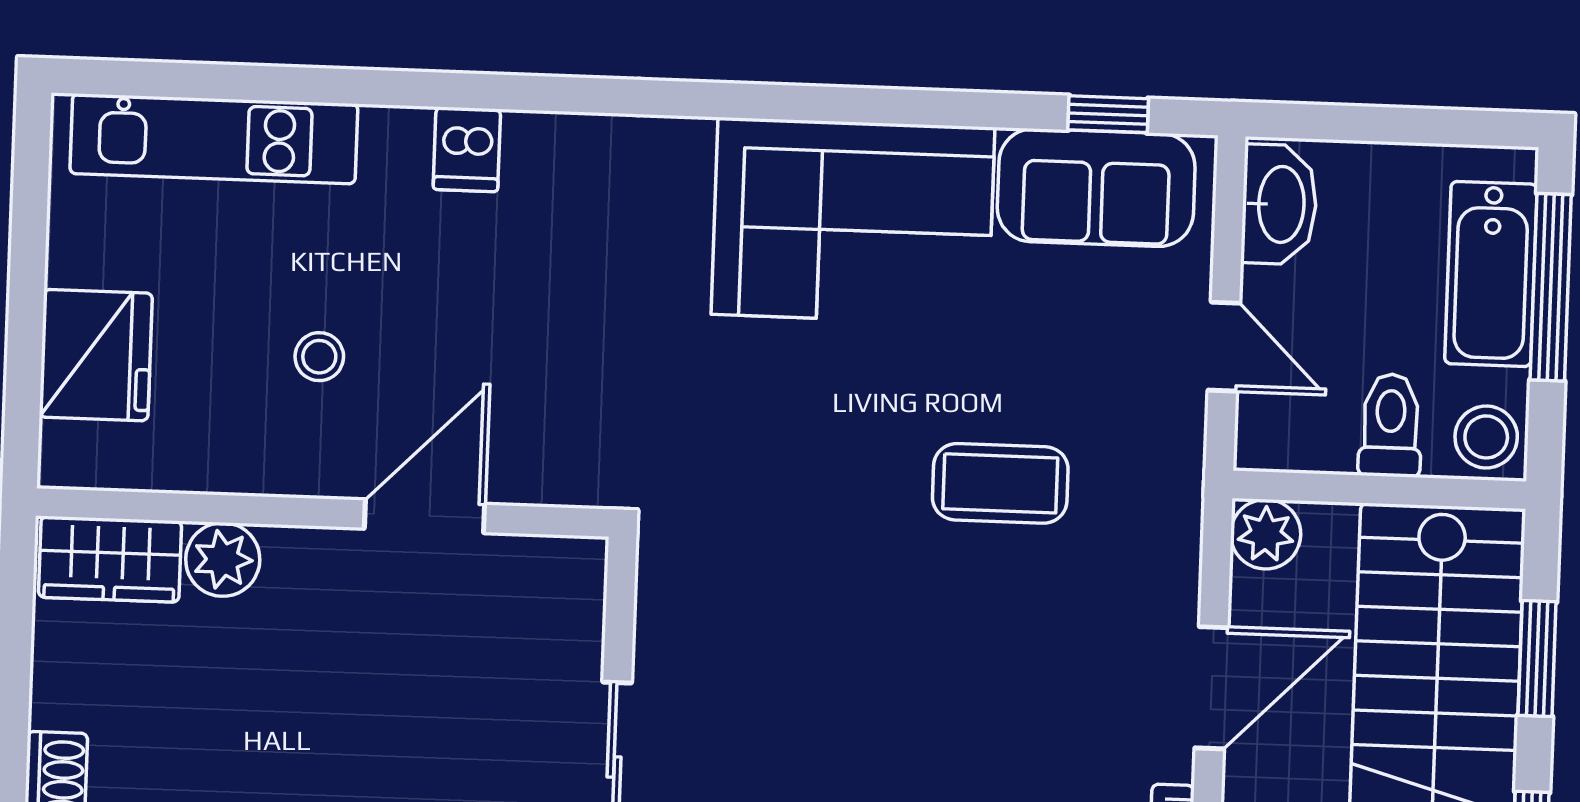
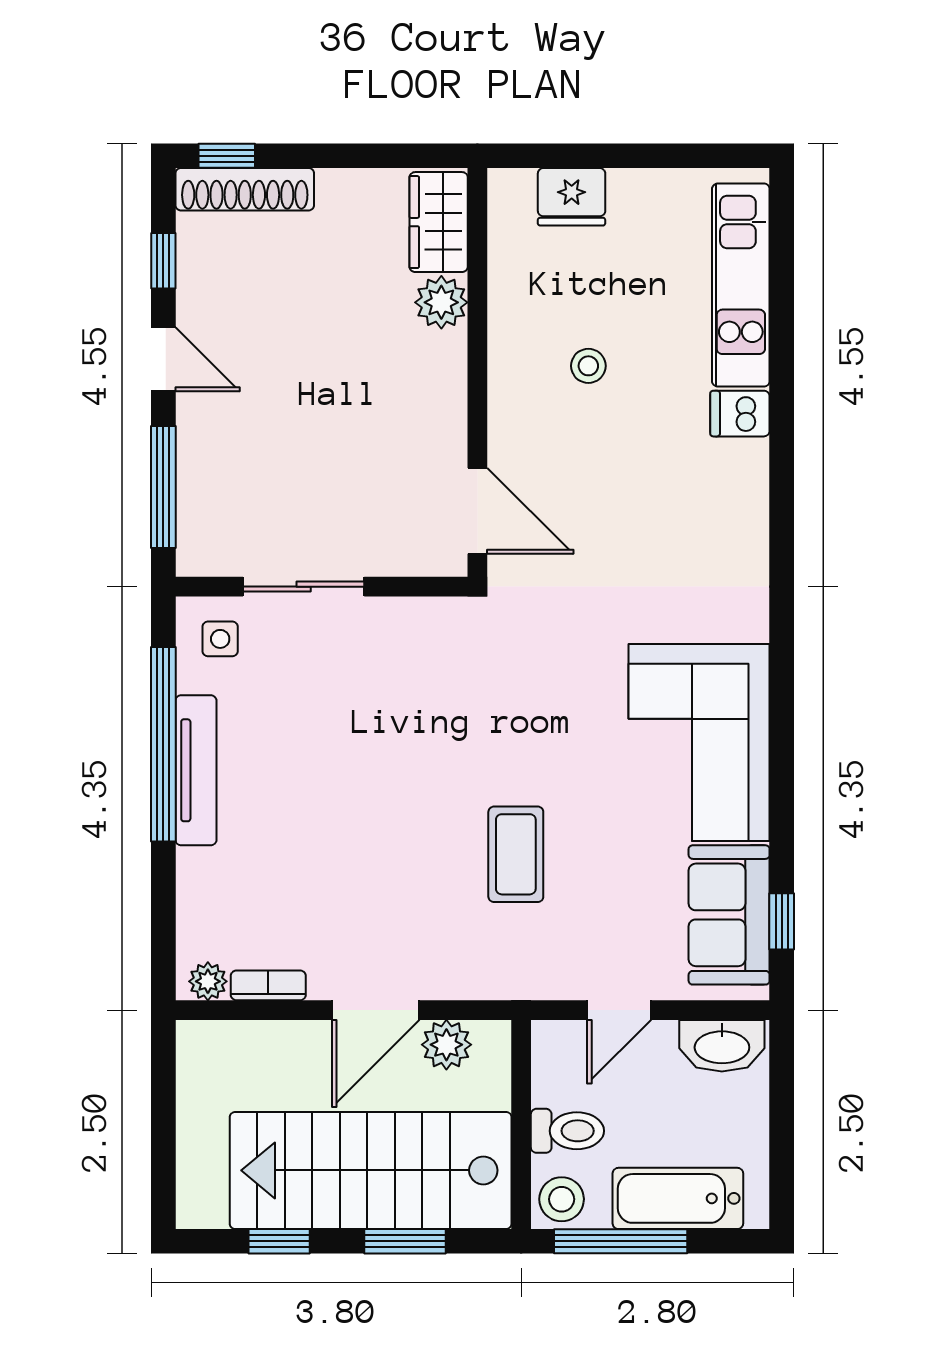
dishwasher: (467, 149) -> (740, 414), moved
window: (1551, 287) -> (621, 1241), moved
fridge: (96, 355) -> (572, 197), width x0.73, depth x0.75
door: (424, 516) -> (477, 511), moved
plant: (1266, 534) -> (446, 1045), moved
door: (1211, 688) -> (376, 1010), hinge flipped

